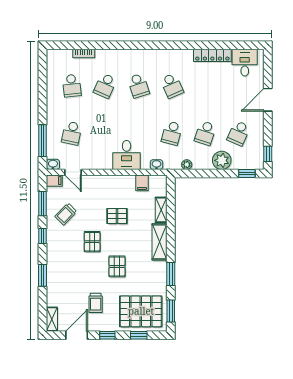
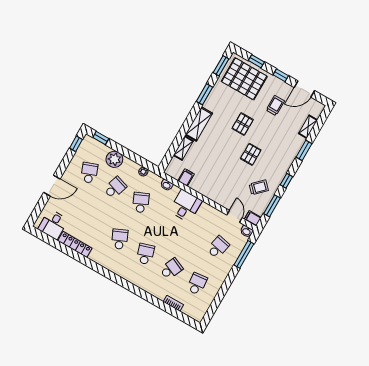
school desk: (172, 133) -> (141, 203), turned -39
school desk: (239, 133) -> (89, 173), turned -45
pallet: (117, 216) -> (220, 163), removed
shelving: (52, 319) -> (308, 127), moved

